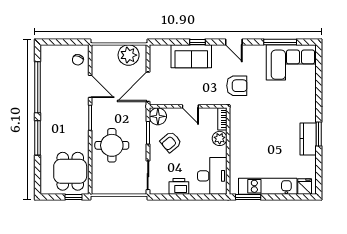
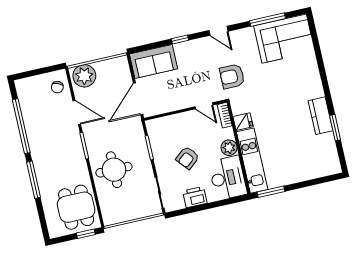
plant: (129, 55) -> (84, 76), moved
sofa: (191, 56) -> (154, 61), moved
armchair: (237, 86) -> (232, 76), turned 180
door: (190, 106) -> (204, 106), moved
floor lamp: (158, 116) -> (156, 128), removed
window: (319, 134) -> (335, 128), moved
plant: (220, 138) -> (229, 148), moved
armchair: (171, 142) -> (188, 158), moved
kitchen unit: (268, 186) -> (252, 161), moved, turned 90
fridge: (305, 187) -> (243, 122), moved, turned 90

